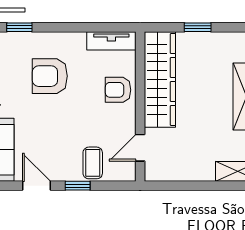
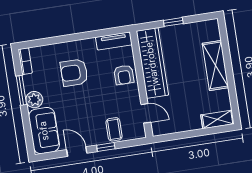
window: (19, 27) -> (47, 41), removed
armchair: (118, 90) -> (124, 75), turned -90
door: (140, 148) -> (146, 113), swing flipped

